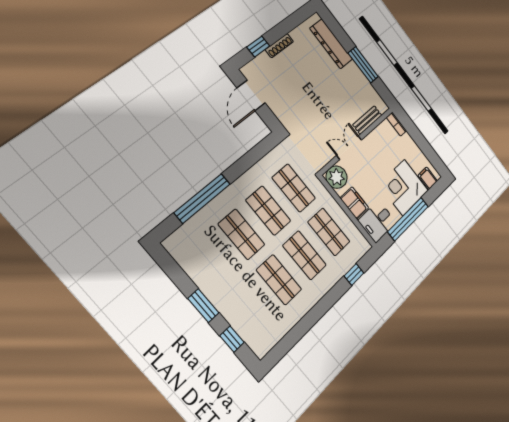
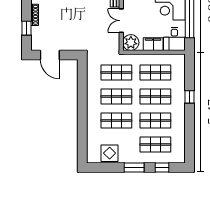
window: (202, 198) -> (82, 125), removed
display table: (196, 260) -> (110, 153), added
window: (354, 274) -> (189, 97), moved
shop shelf: (252, 305) -> (155, 144), added

